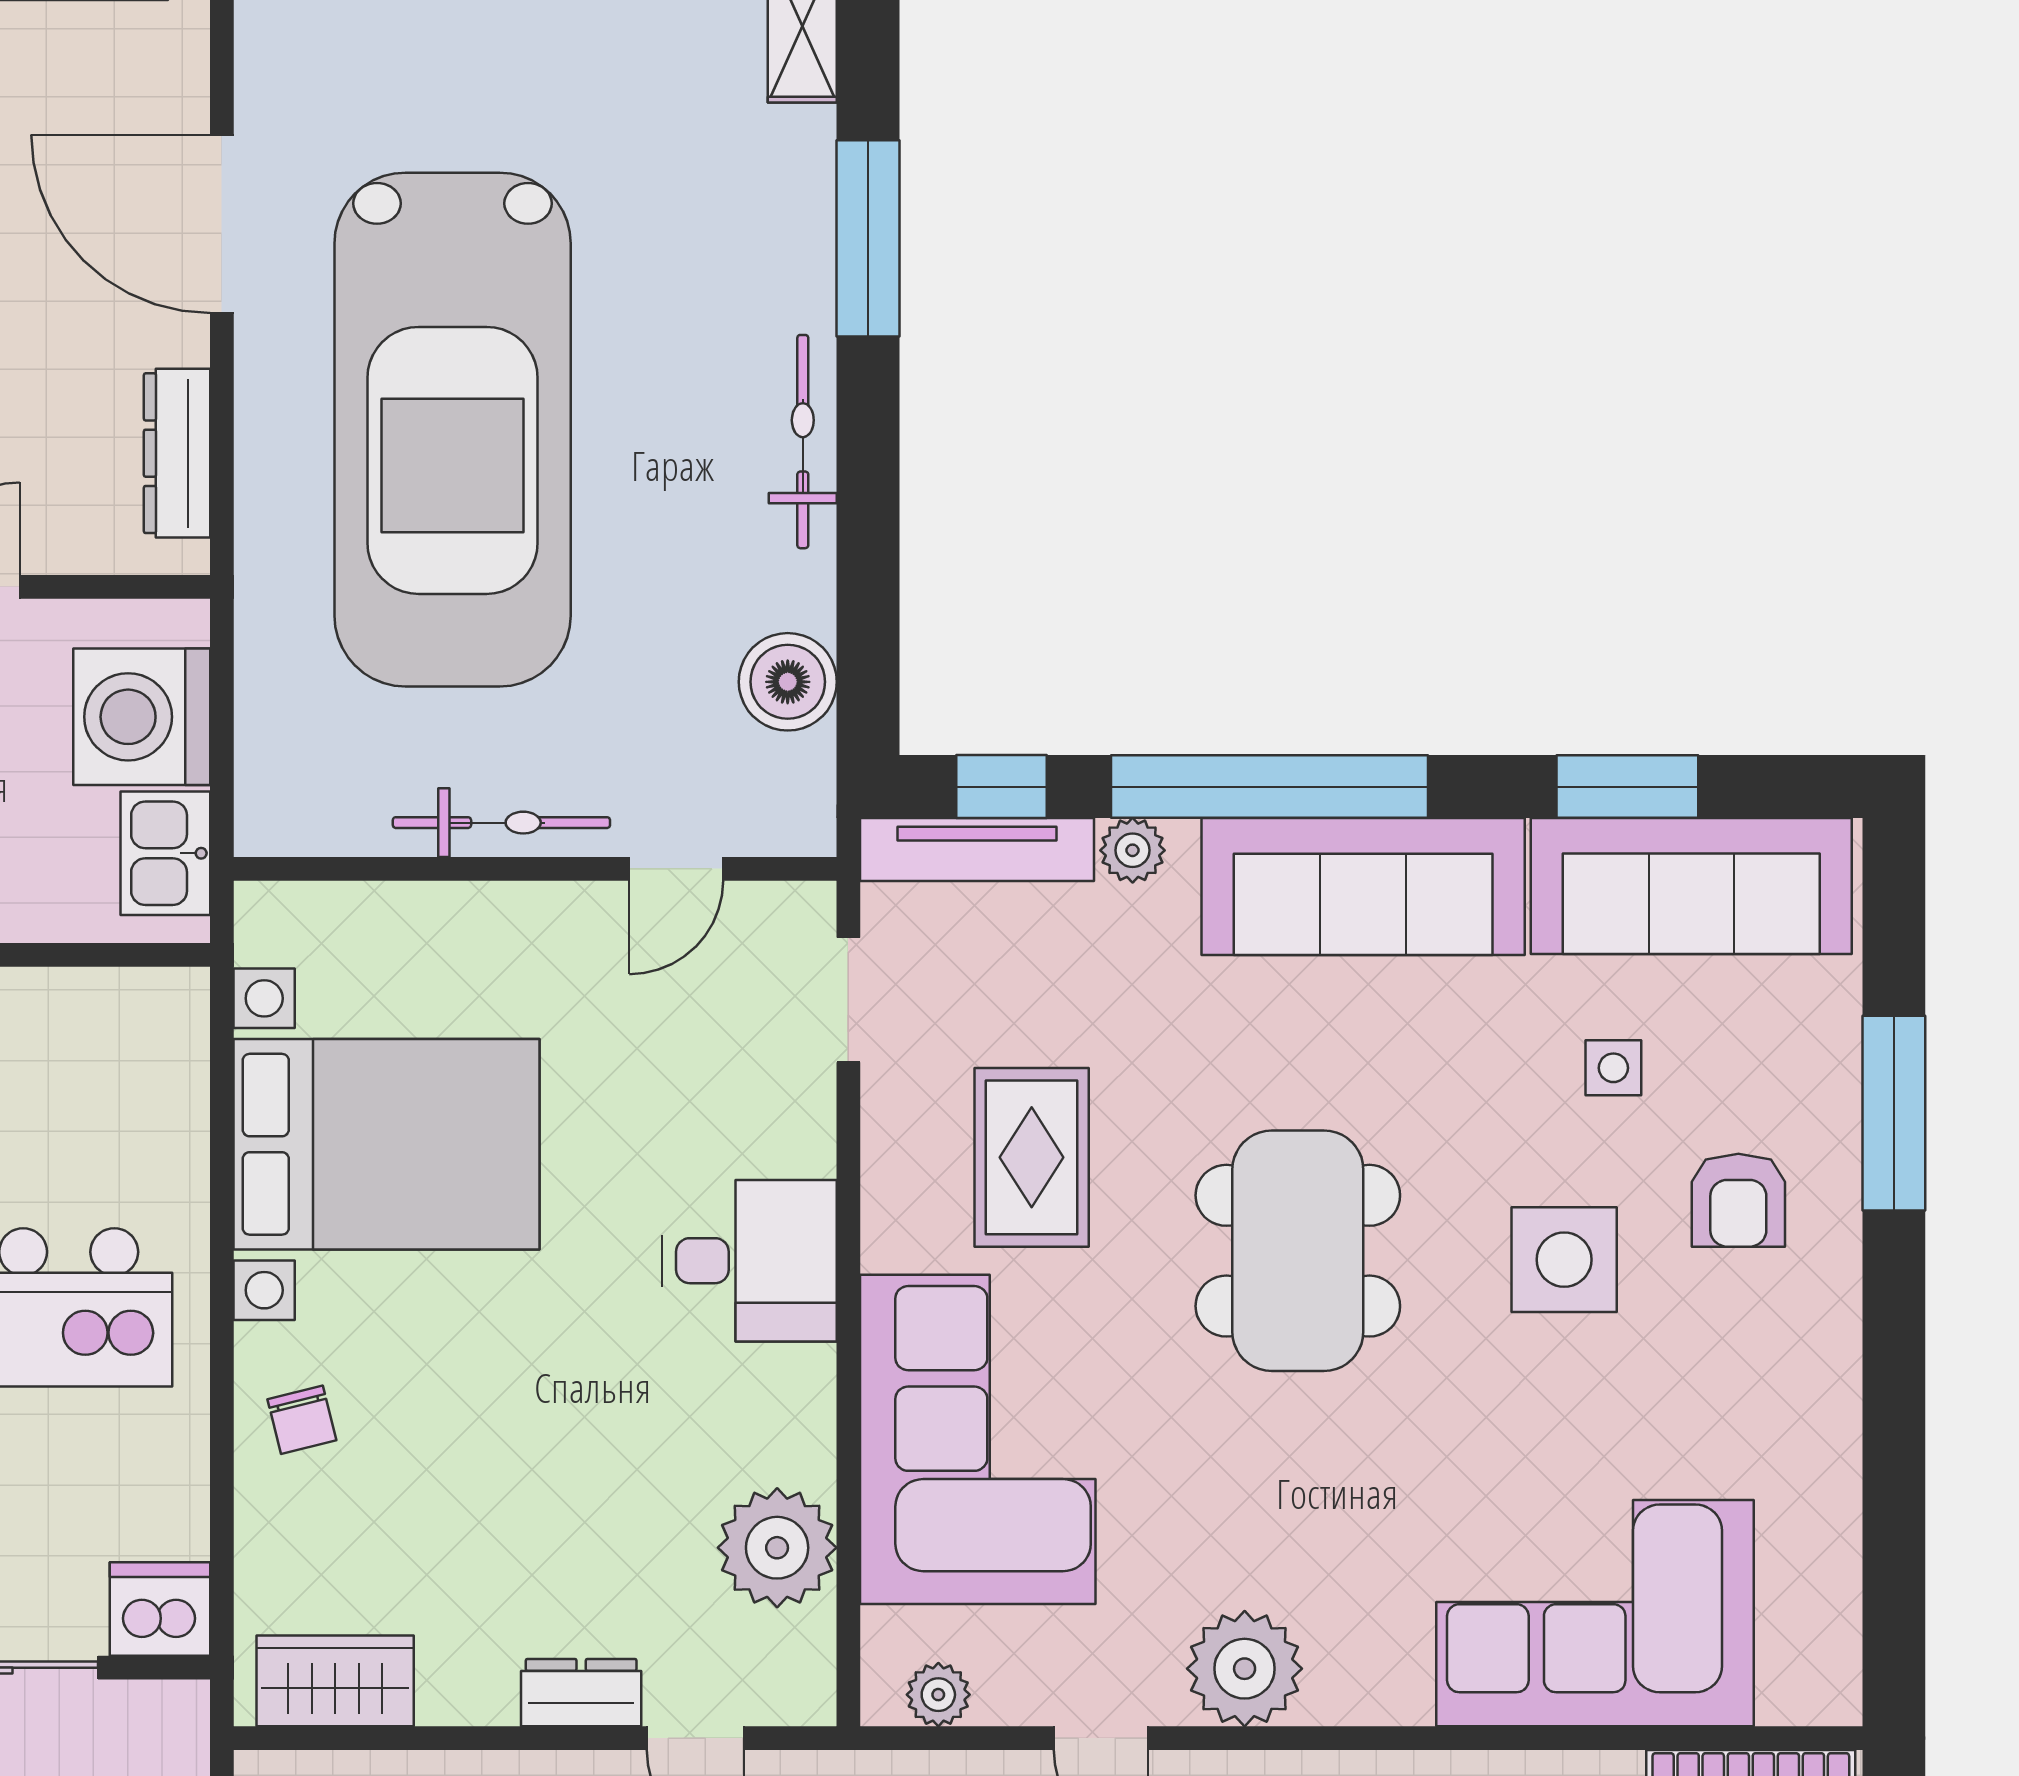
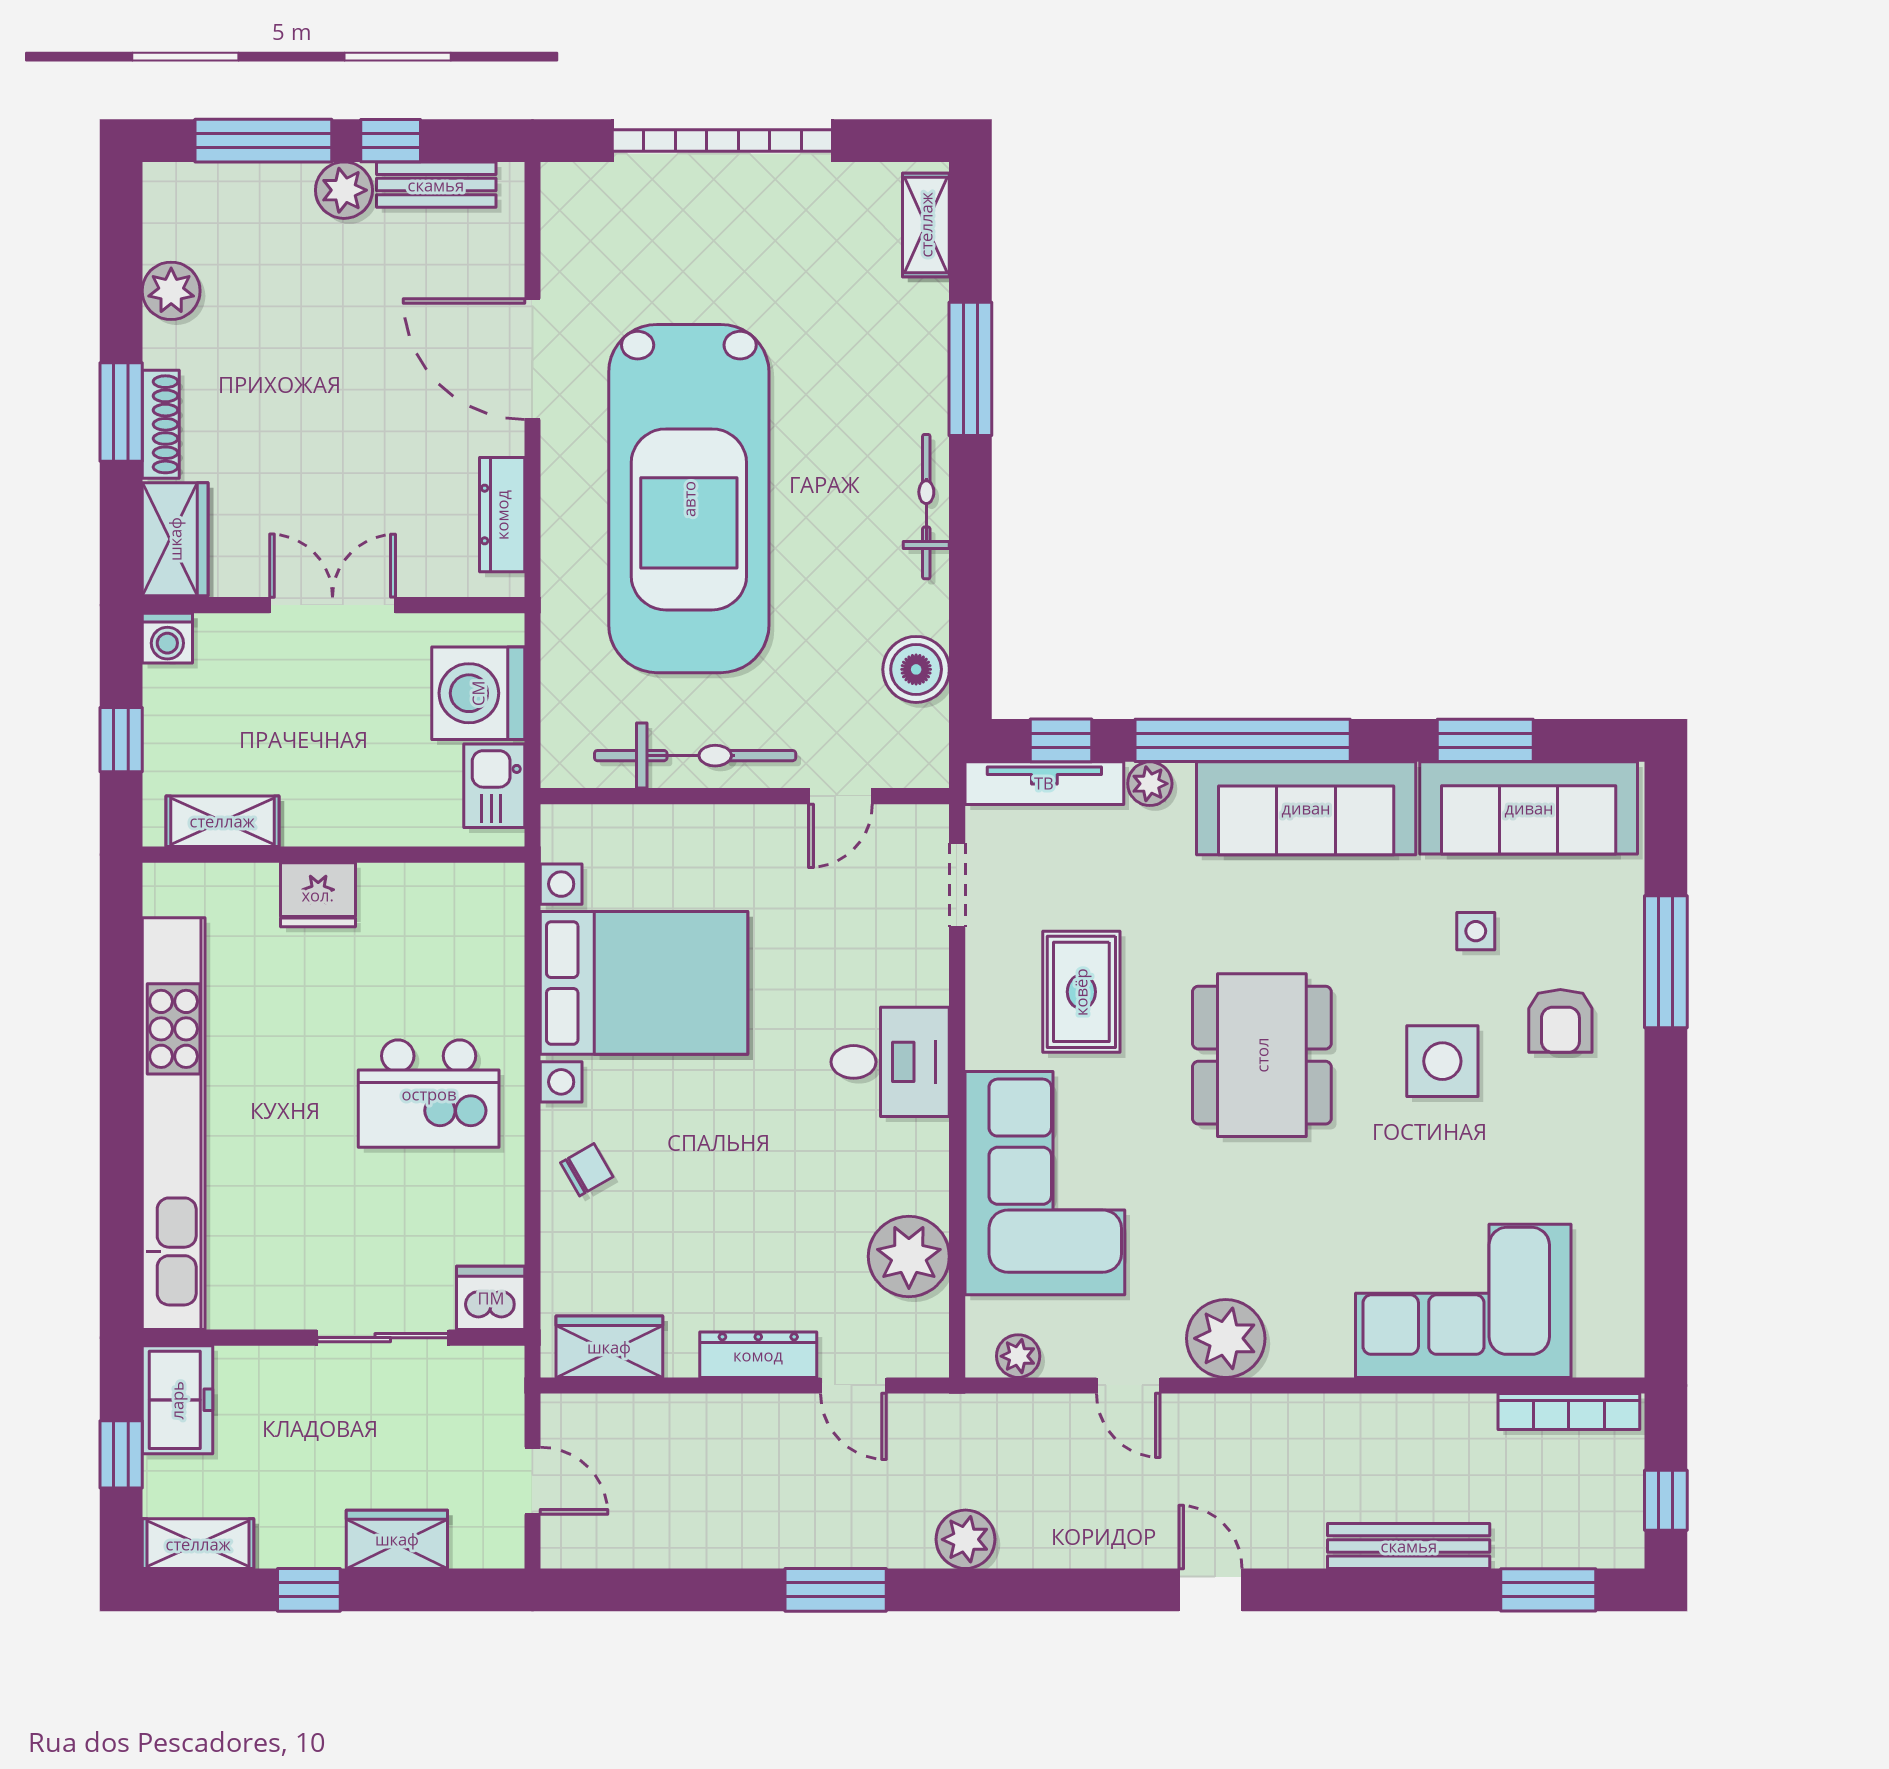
bicycle: (501, 823) -> (695, 756), width x1.37, depth x1.40
chair: (302, 1420) -> (587, 1170), turned -106
dresser: (581, 1693) -> (758, 1355), width x1.44

